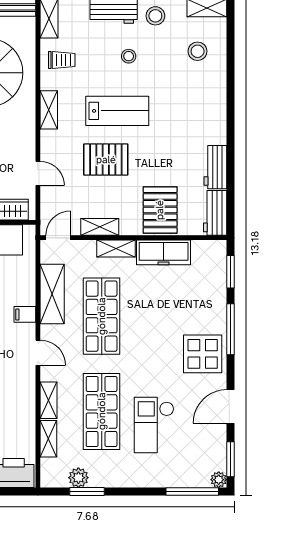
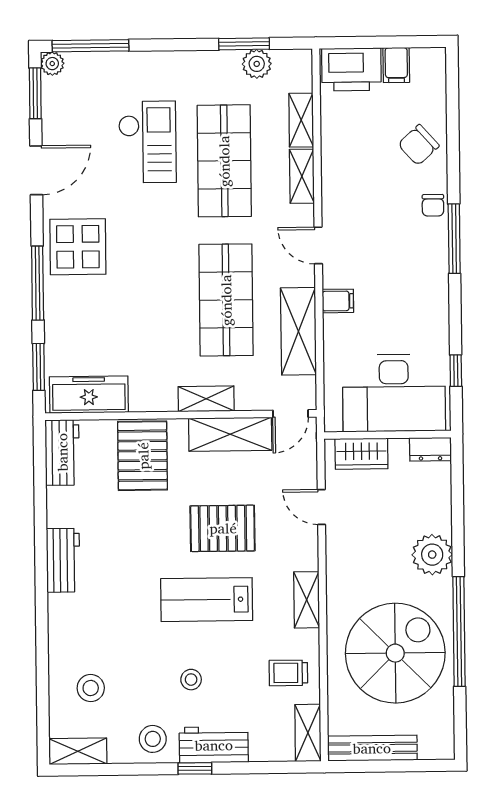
workbench: (215, 167) -> (63, 560), moved
shelving: (100, 227) -> (230, 434), width x1.50, depth x1.33
freezer: (164, 252) -> (89, 395), moved

